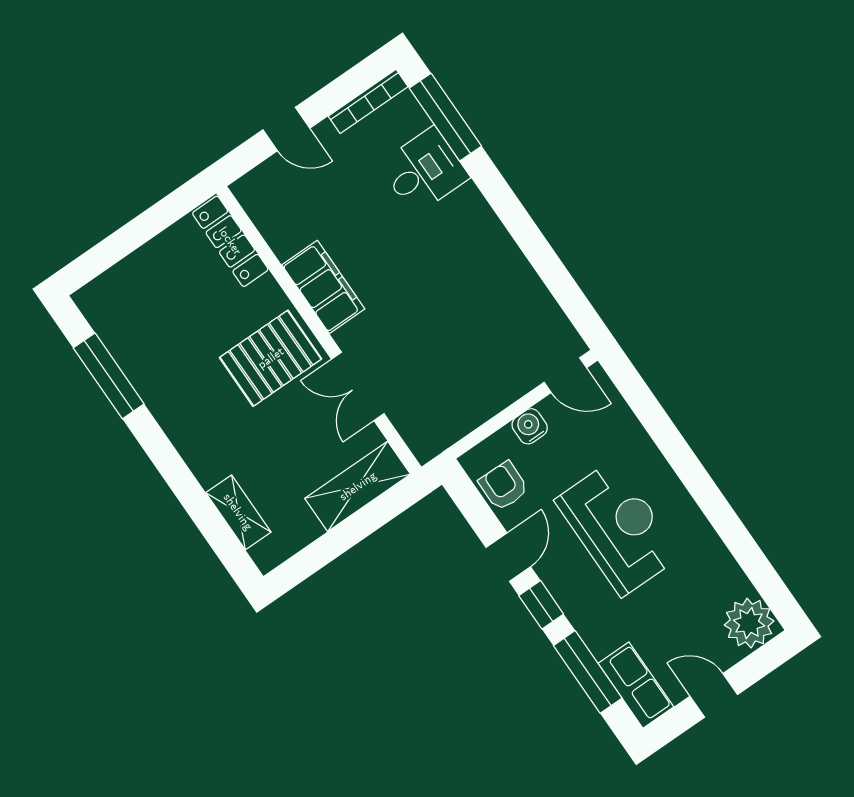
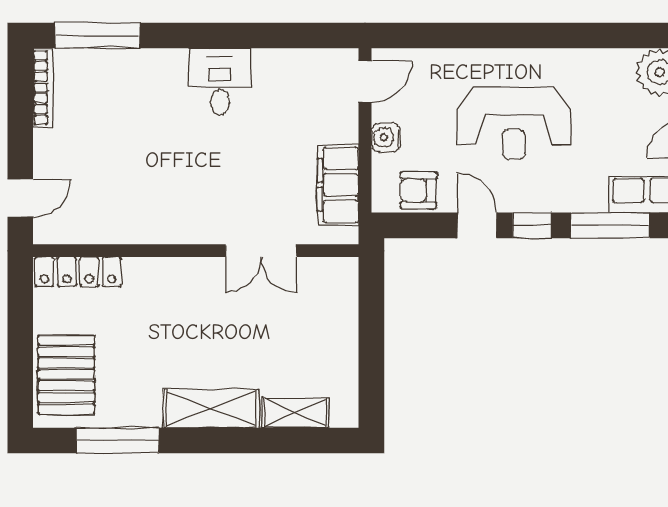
door: (286, 129) -> (20, 198), moved
desk: (424, 171) -> (220, 82), moved
filing cabinet: (323, 287) -> (338, 185), moved, turned -90
pallet: (271, 358) -> (66, 375), moved
shelving: (358, 486) -> (211, 409), moved, turned 90
reception desk: (618, 528) -> (514, 123), turned 180

